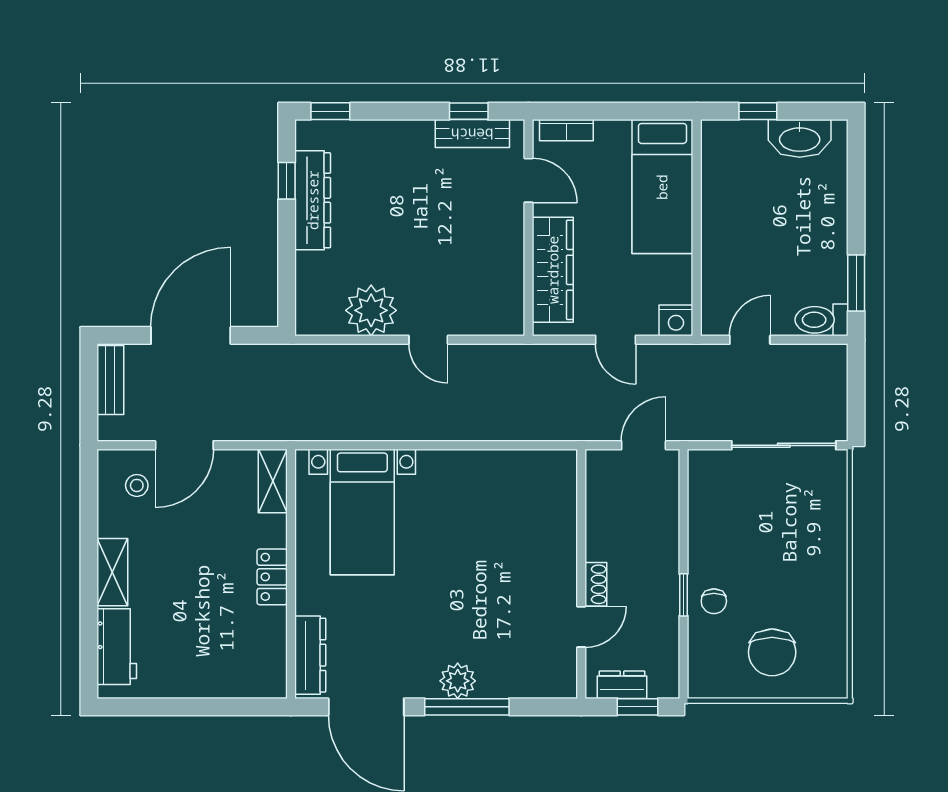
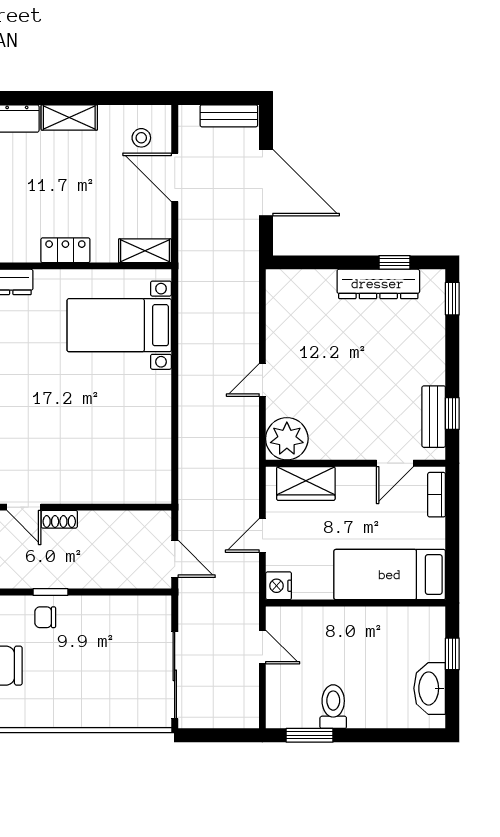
wardrobe: (553, 270) -> (306, 483), width x0.67
plant: (371, 310) -> (287, 439), moved
toilet: (821, 320) -> (333, 707), moved

